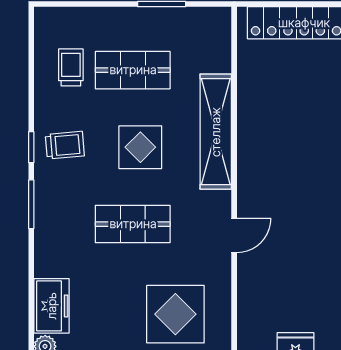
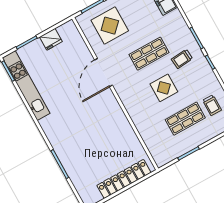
shelving: (216, 132) -> (136, 112), removed
trolley: (65, 145) -> (182, 59), moved
door: (234, 236) -> (103, 73), width x1.87

